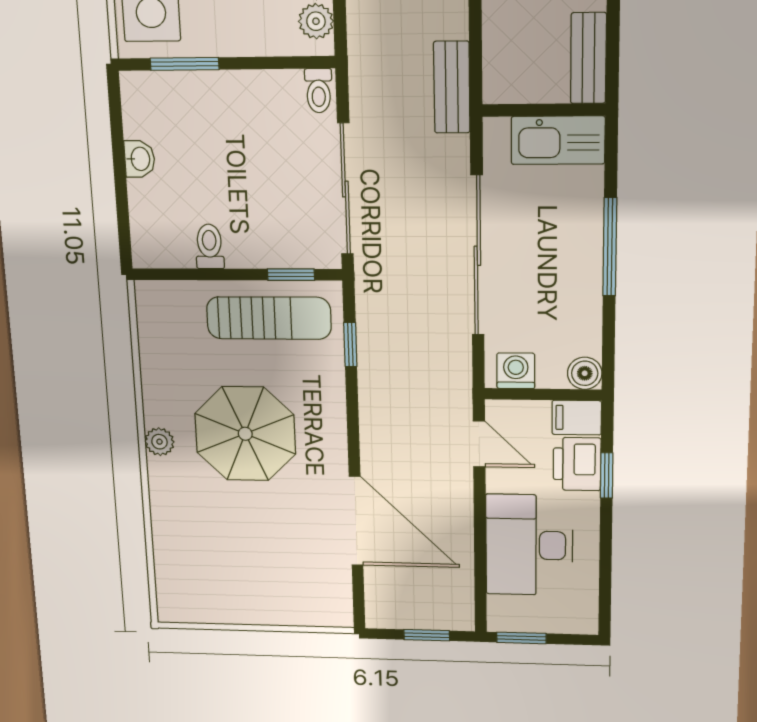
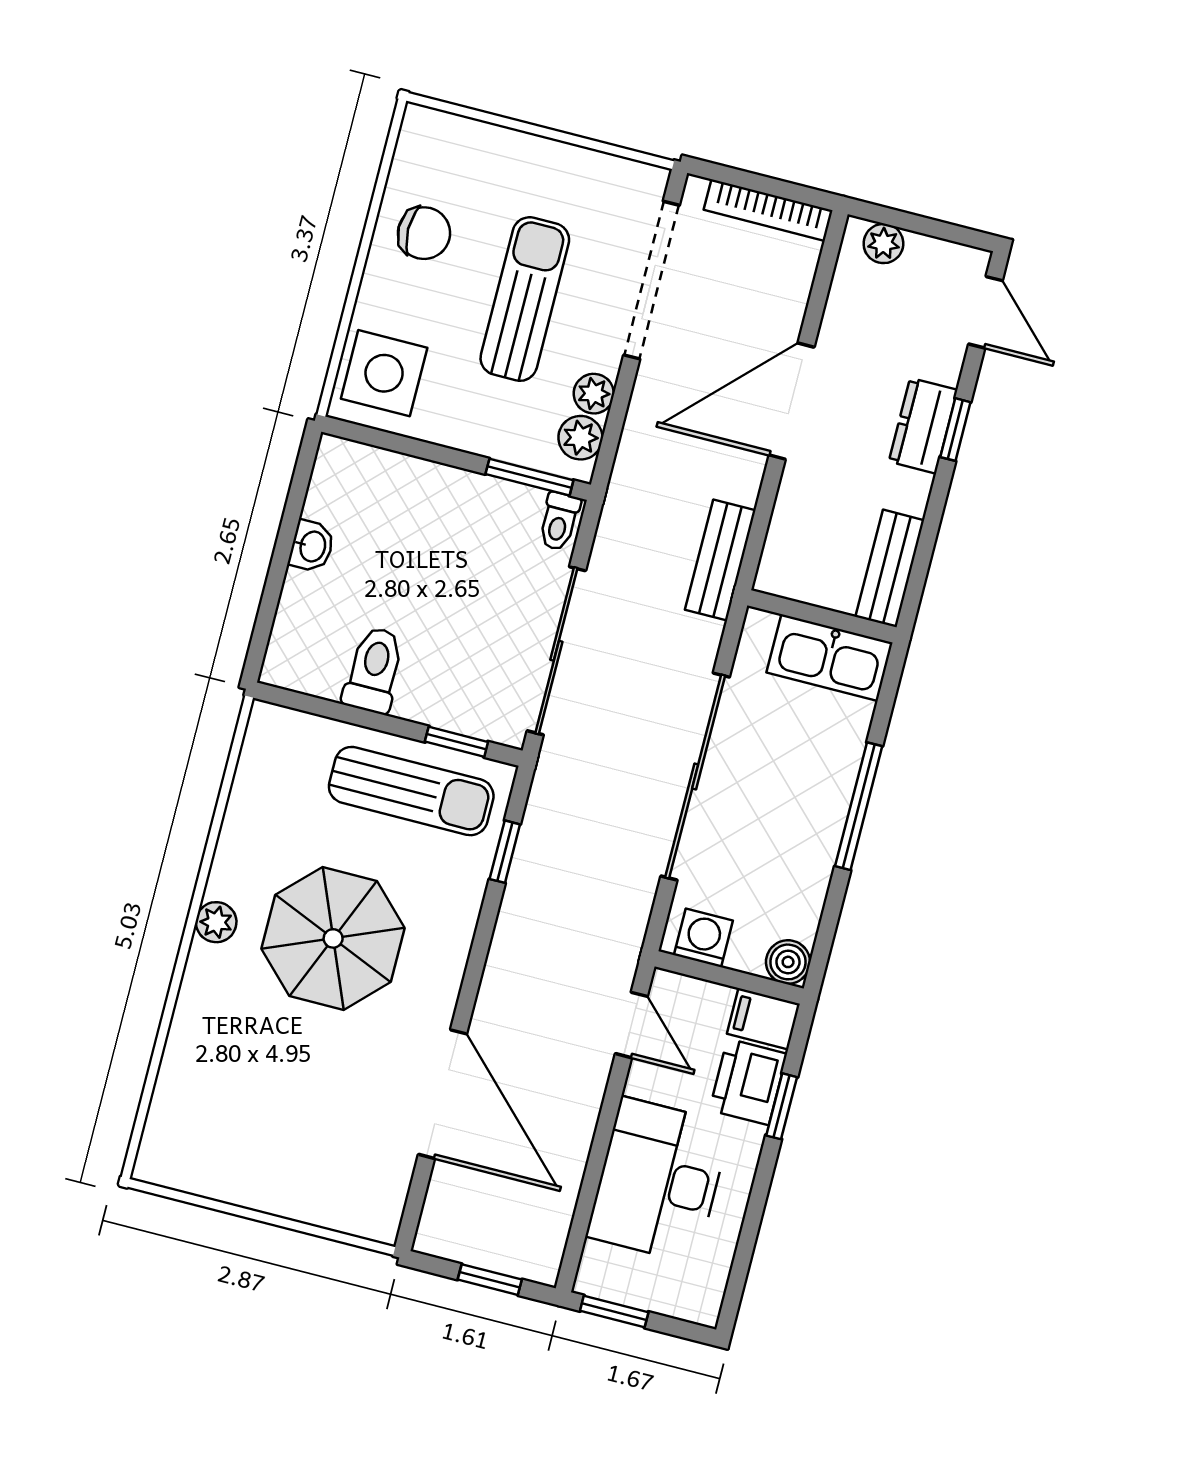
window: (185, 64) -> (529, 477), moved
toilet: (209, 247) -> (374, 670), width x1.37, depth x1.39

